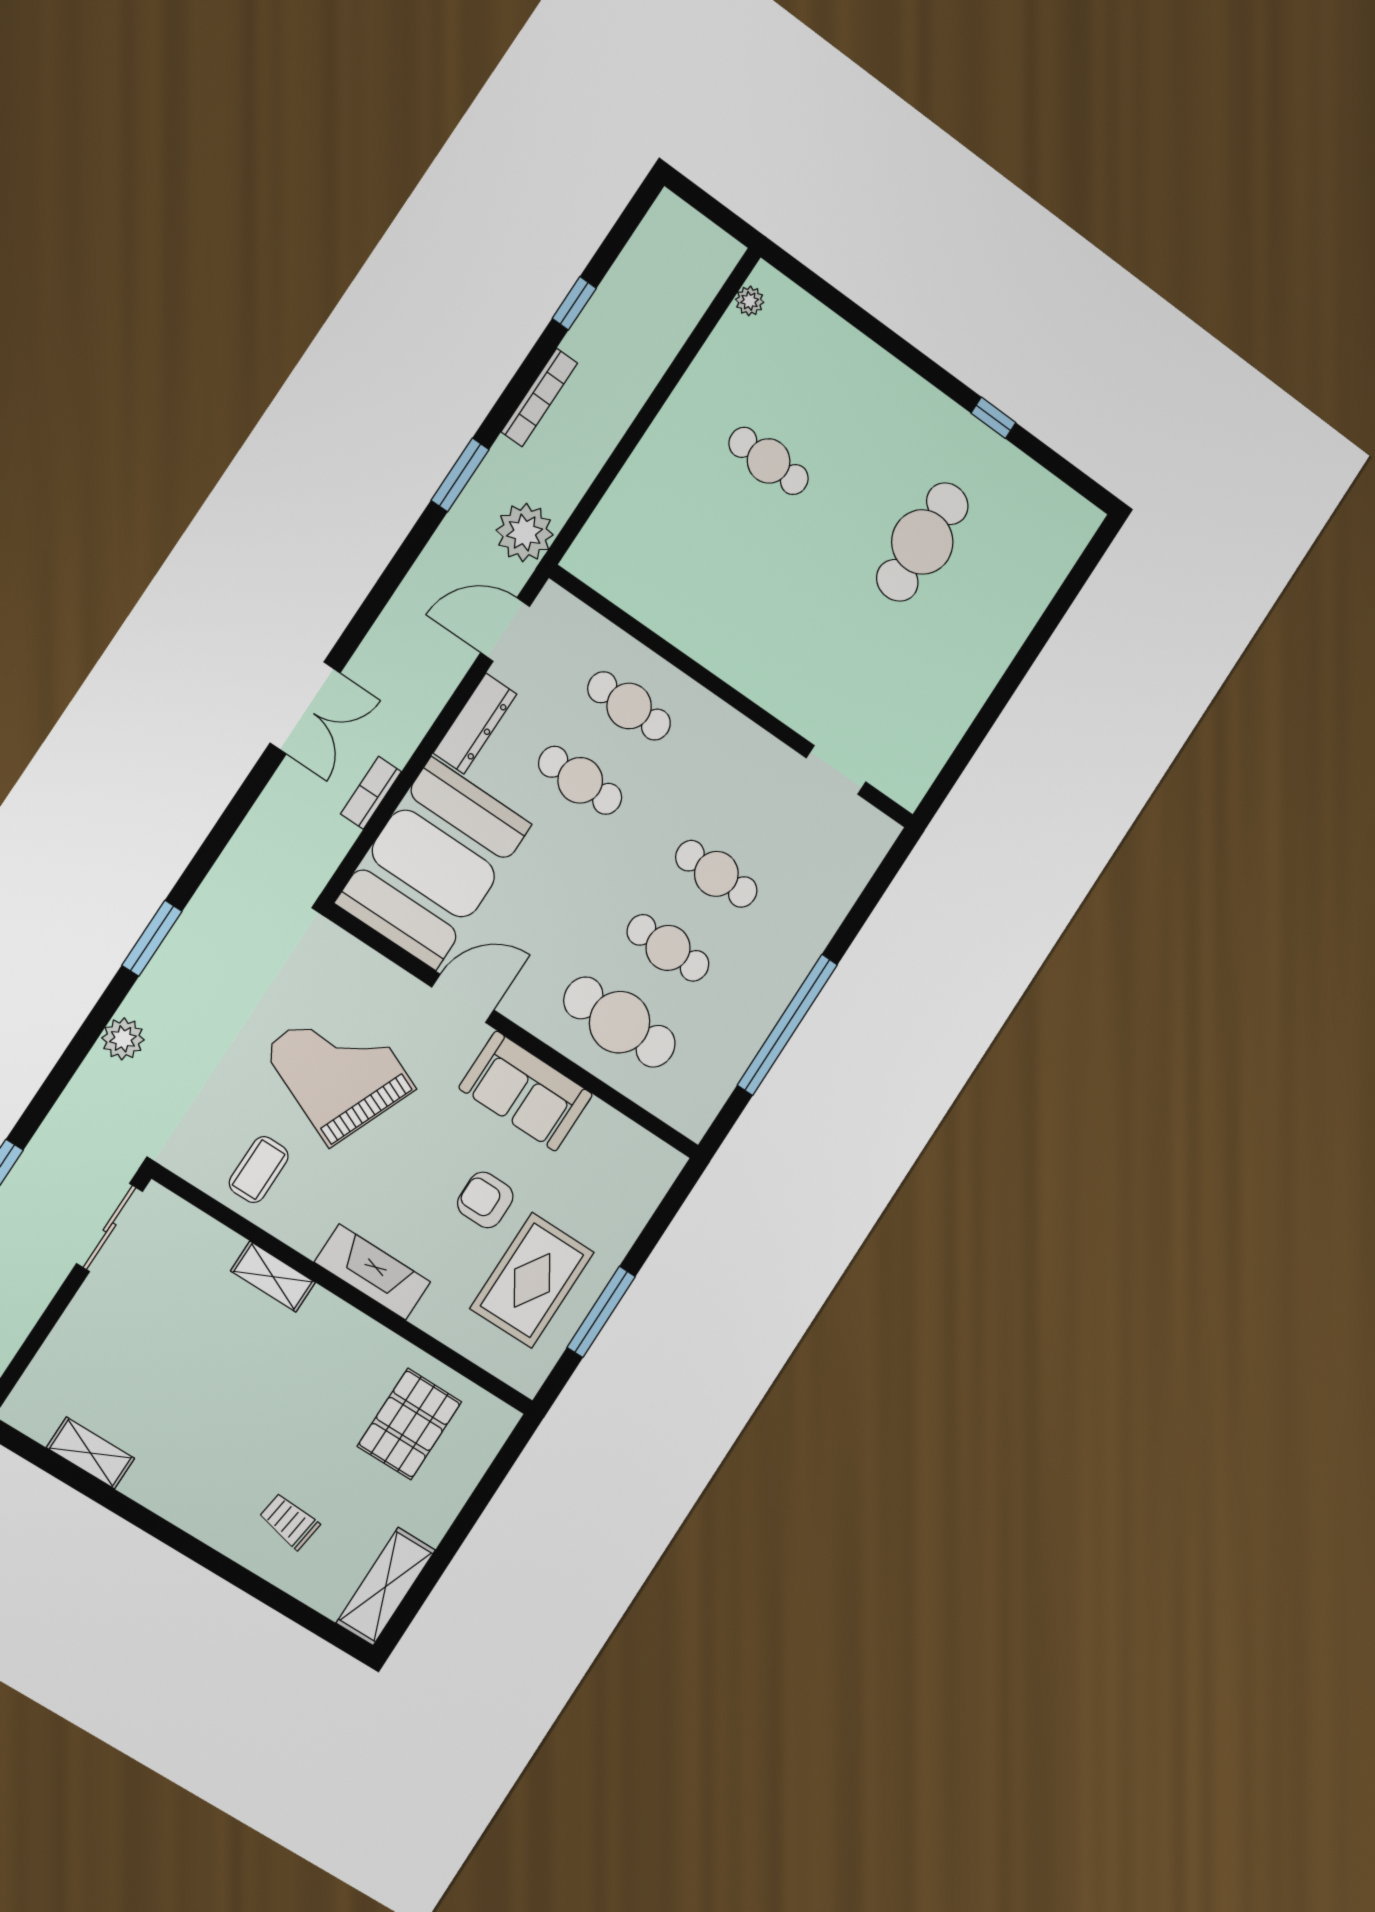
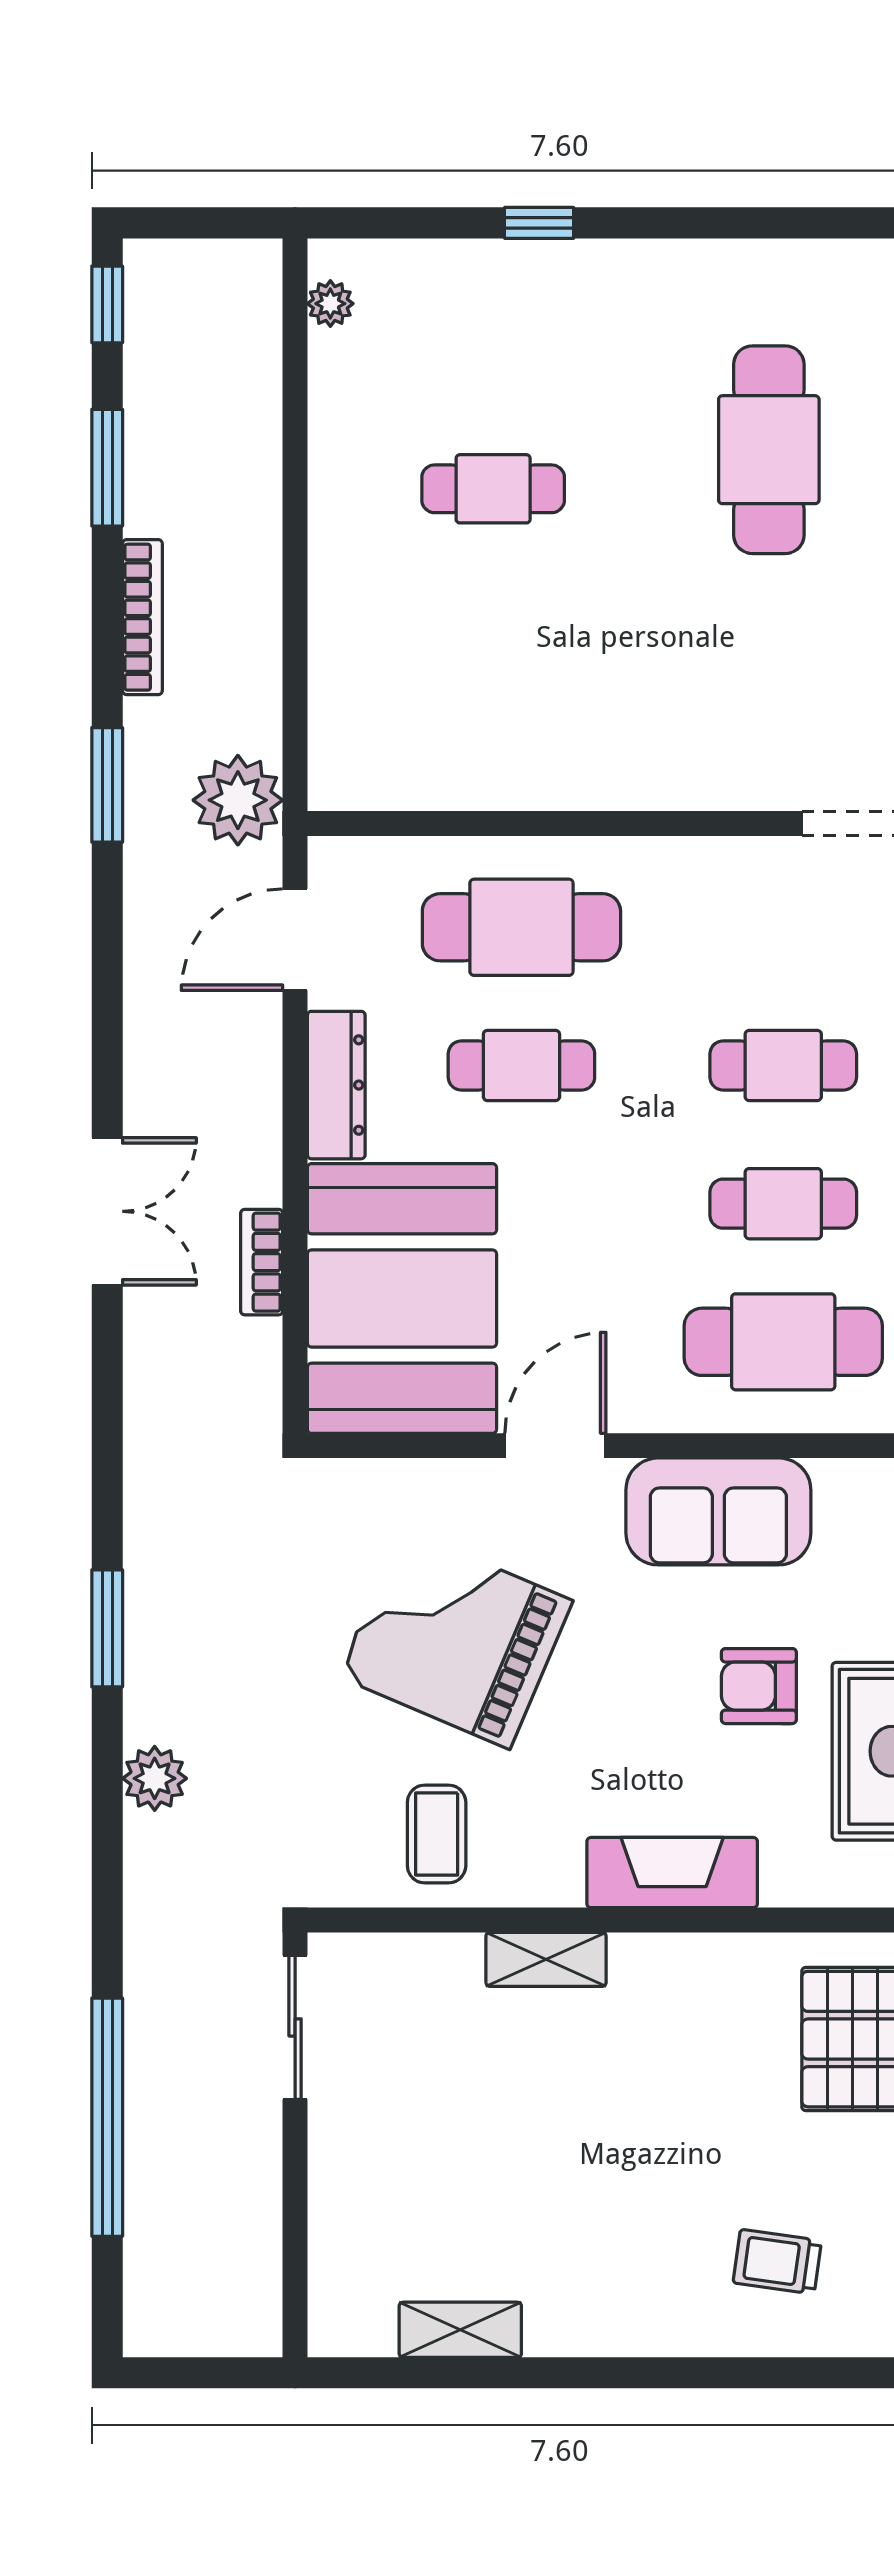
window: (633, 215) -> (107, 304), added
window: (574, 303) -> (107, 468), width x1.50
window: (993, 418) -> (539, 223), moved
cafe table: (629, 706) -> (521, 927), width x1.37, depth x1.35

